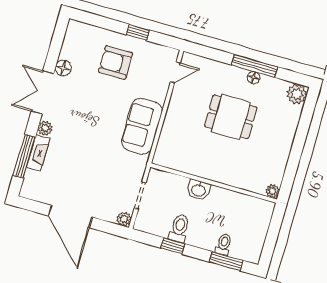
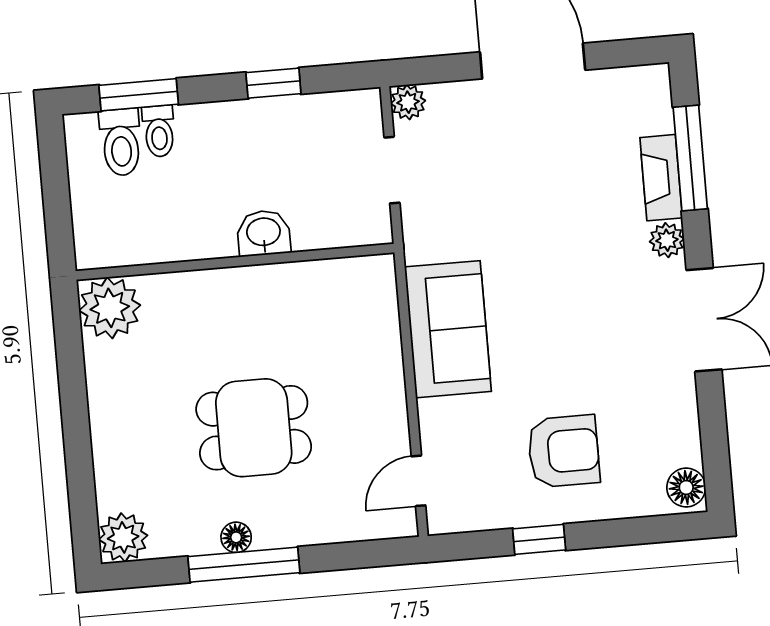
floor lamp: (63, 68) -> (686, 487), moved
plant: (272, 191) -> (110, 308), width x1.87, depth x1.87
toilet: (179, 228) -> (121, 142), moved

